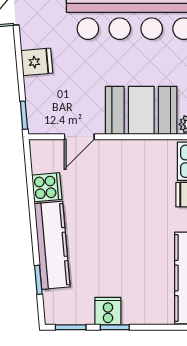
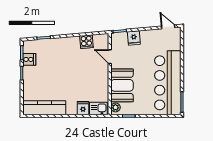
fridge: (37, 62) -> (134, 38), moved
kitchen counter: (52, 245) -> (60, 44), removed
cooker: (108, 311) -> (29, 59), moved

